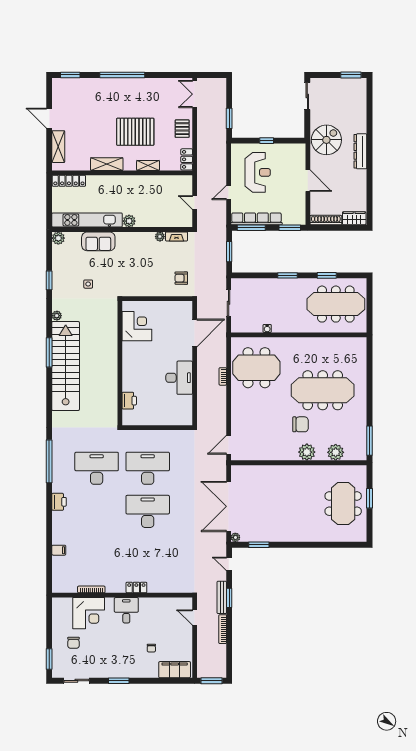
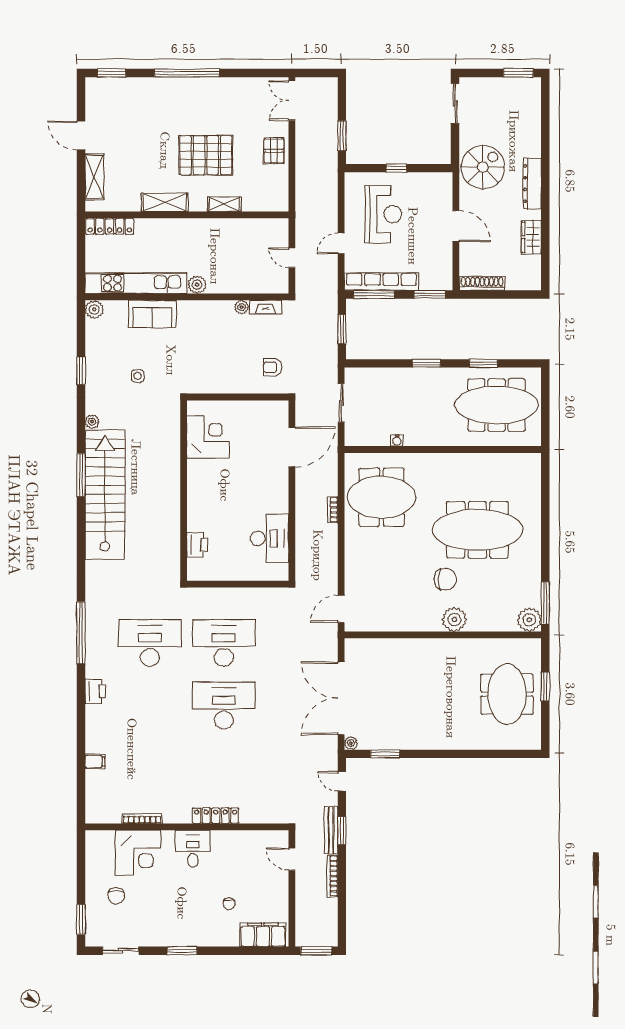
locker: (187, 159) -> (280, 195), removed
wardrobe: (354, 218) -> (531, 237), moved, turned -90
desk: (179, 378) -> (269, 538), moved
plant: (336, 452) -> (529, 620), moved
locker: (136, 588) -> (216, 816), width x1.53

